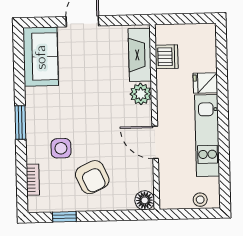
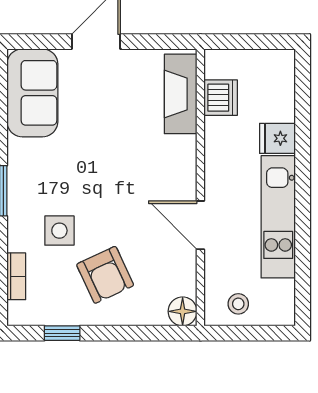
plant: (141, 94) -> (181, 152), removed
stool: (200, 200) -> (238, 304), moved

